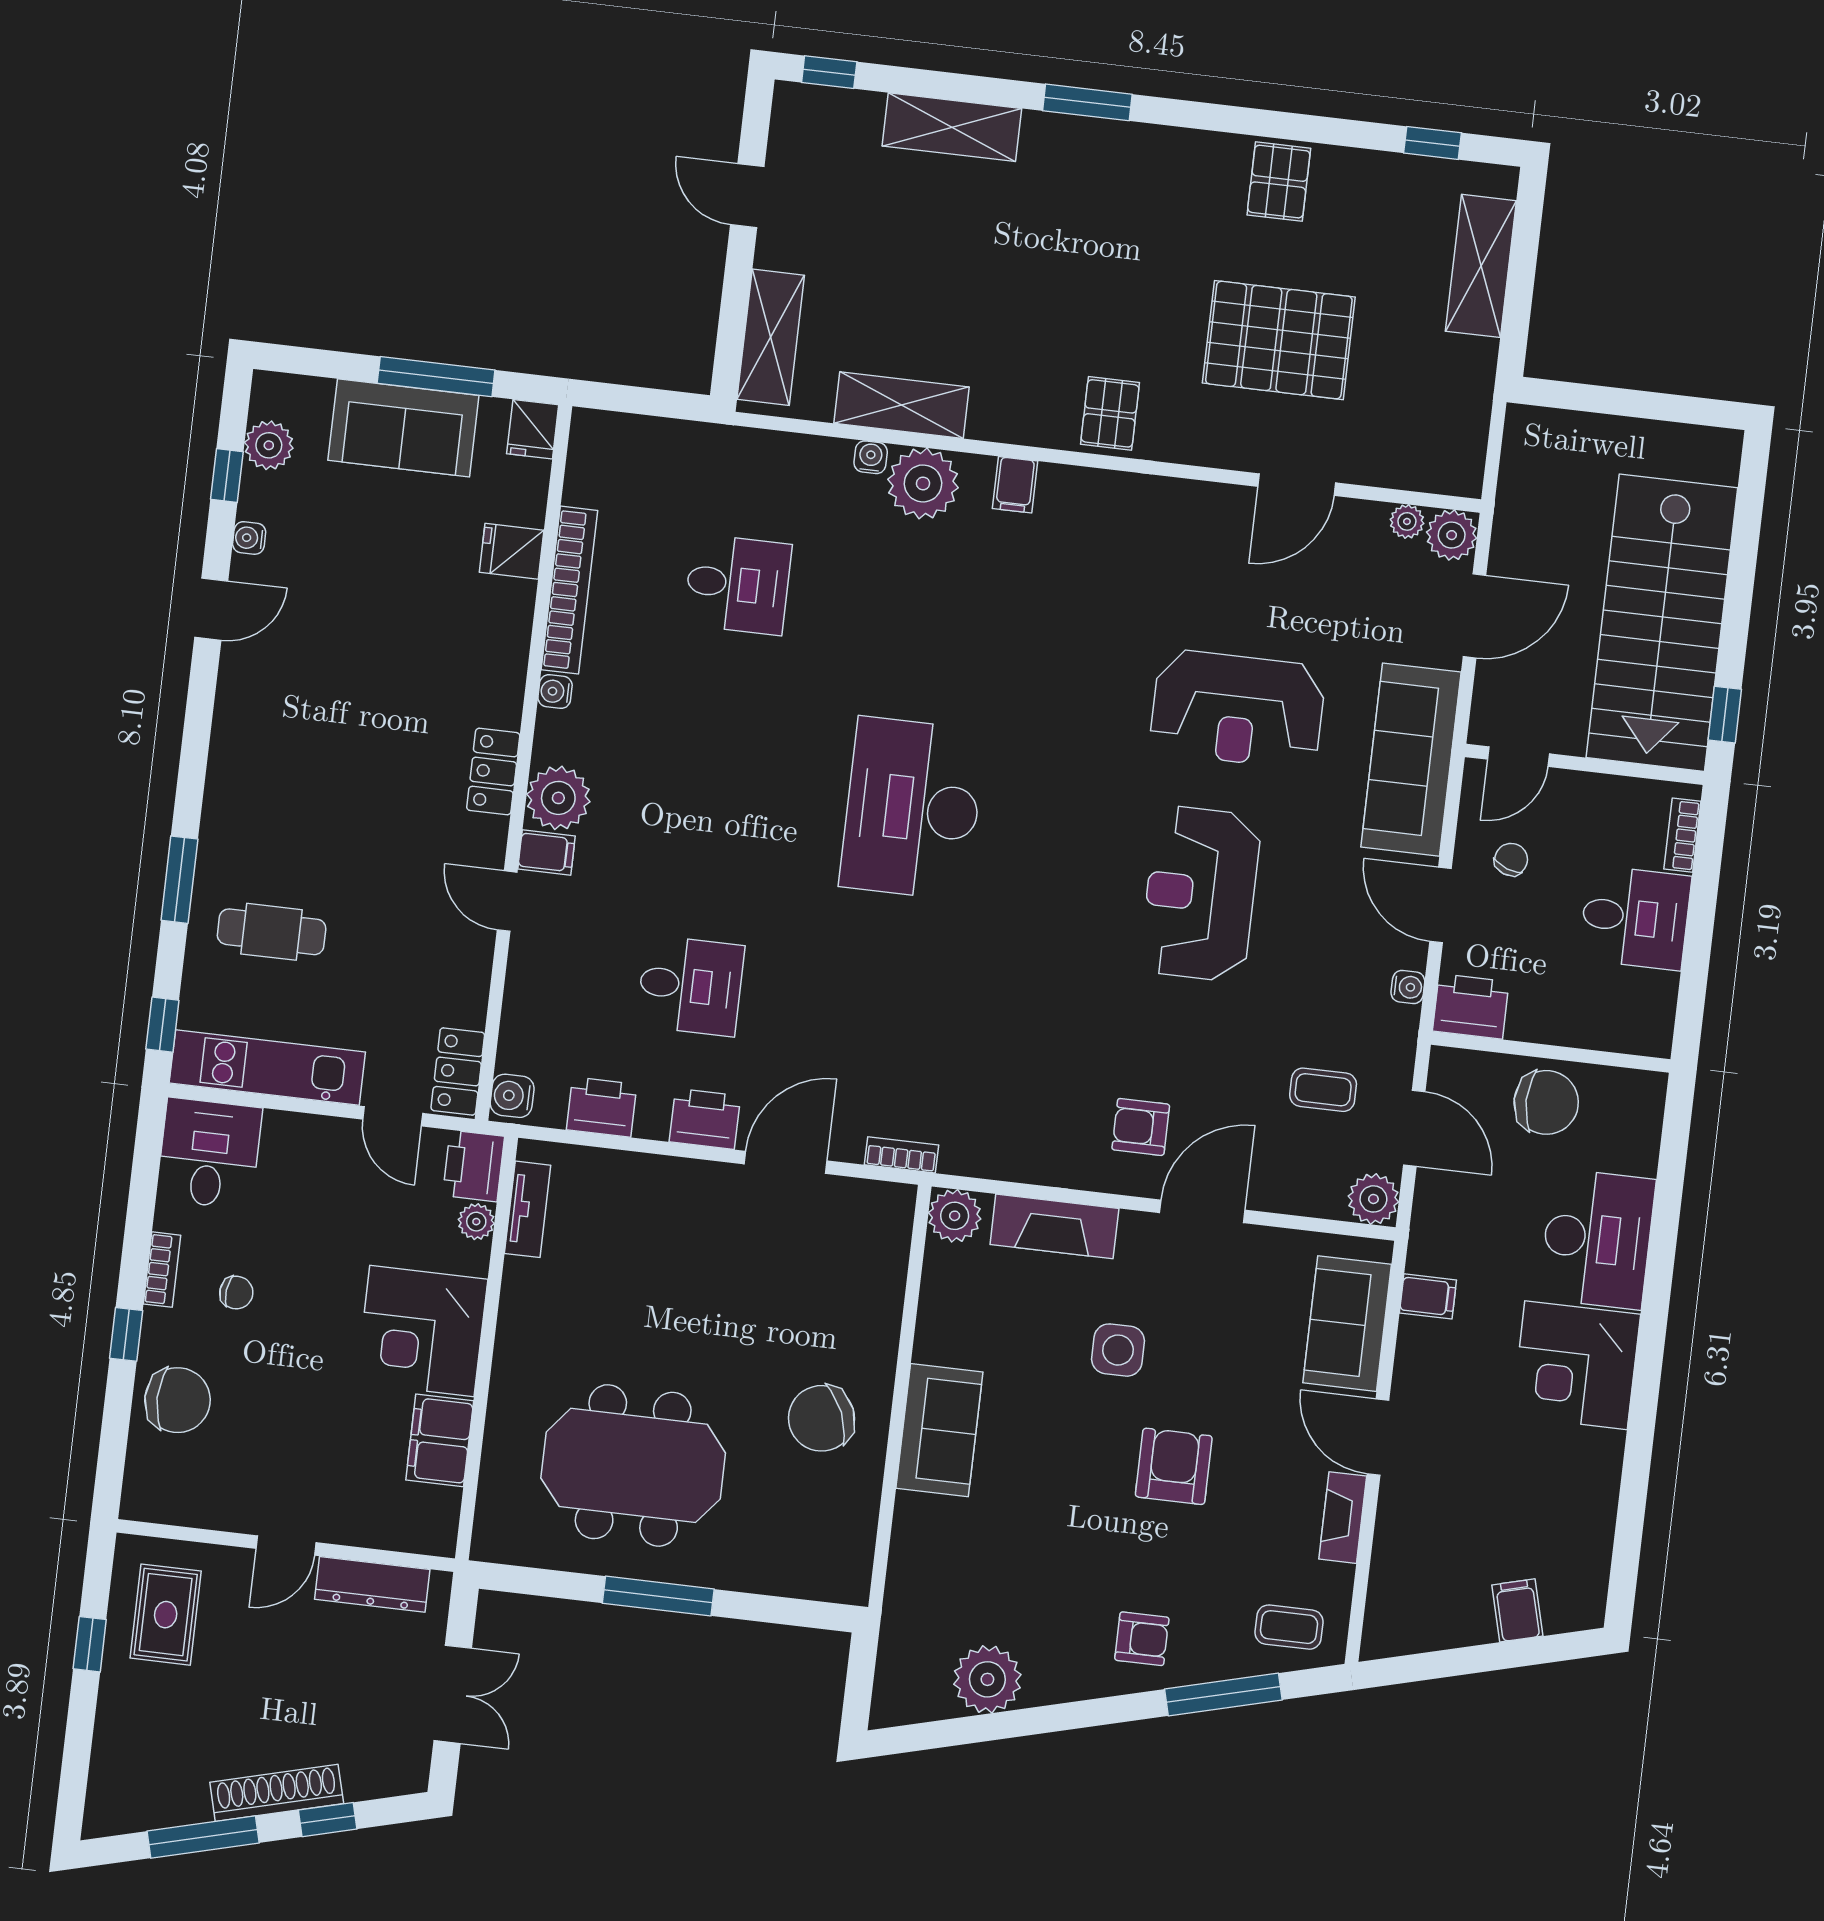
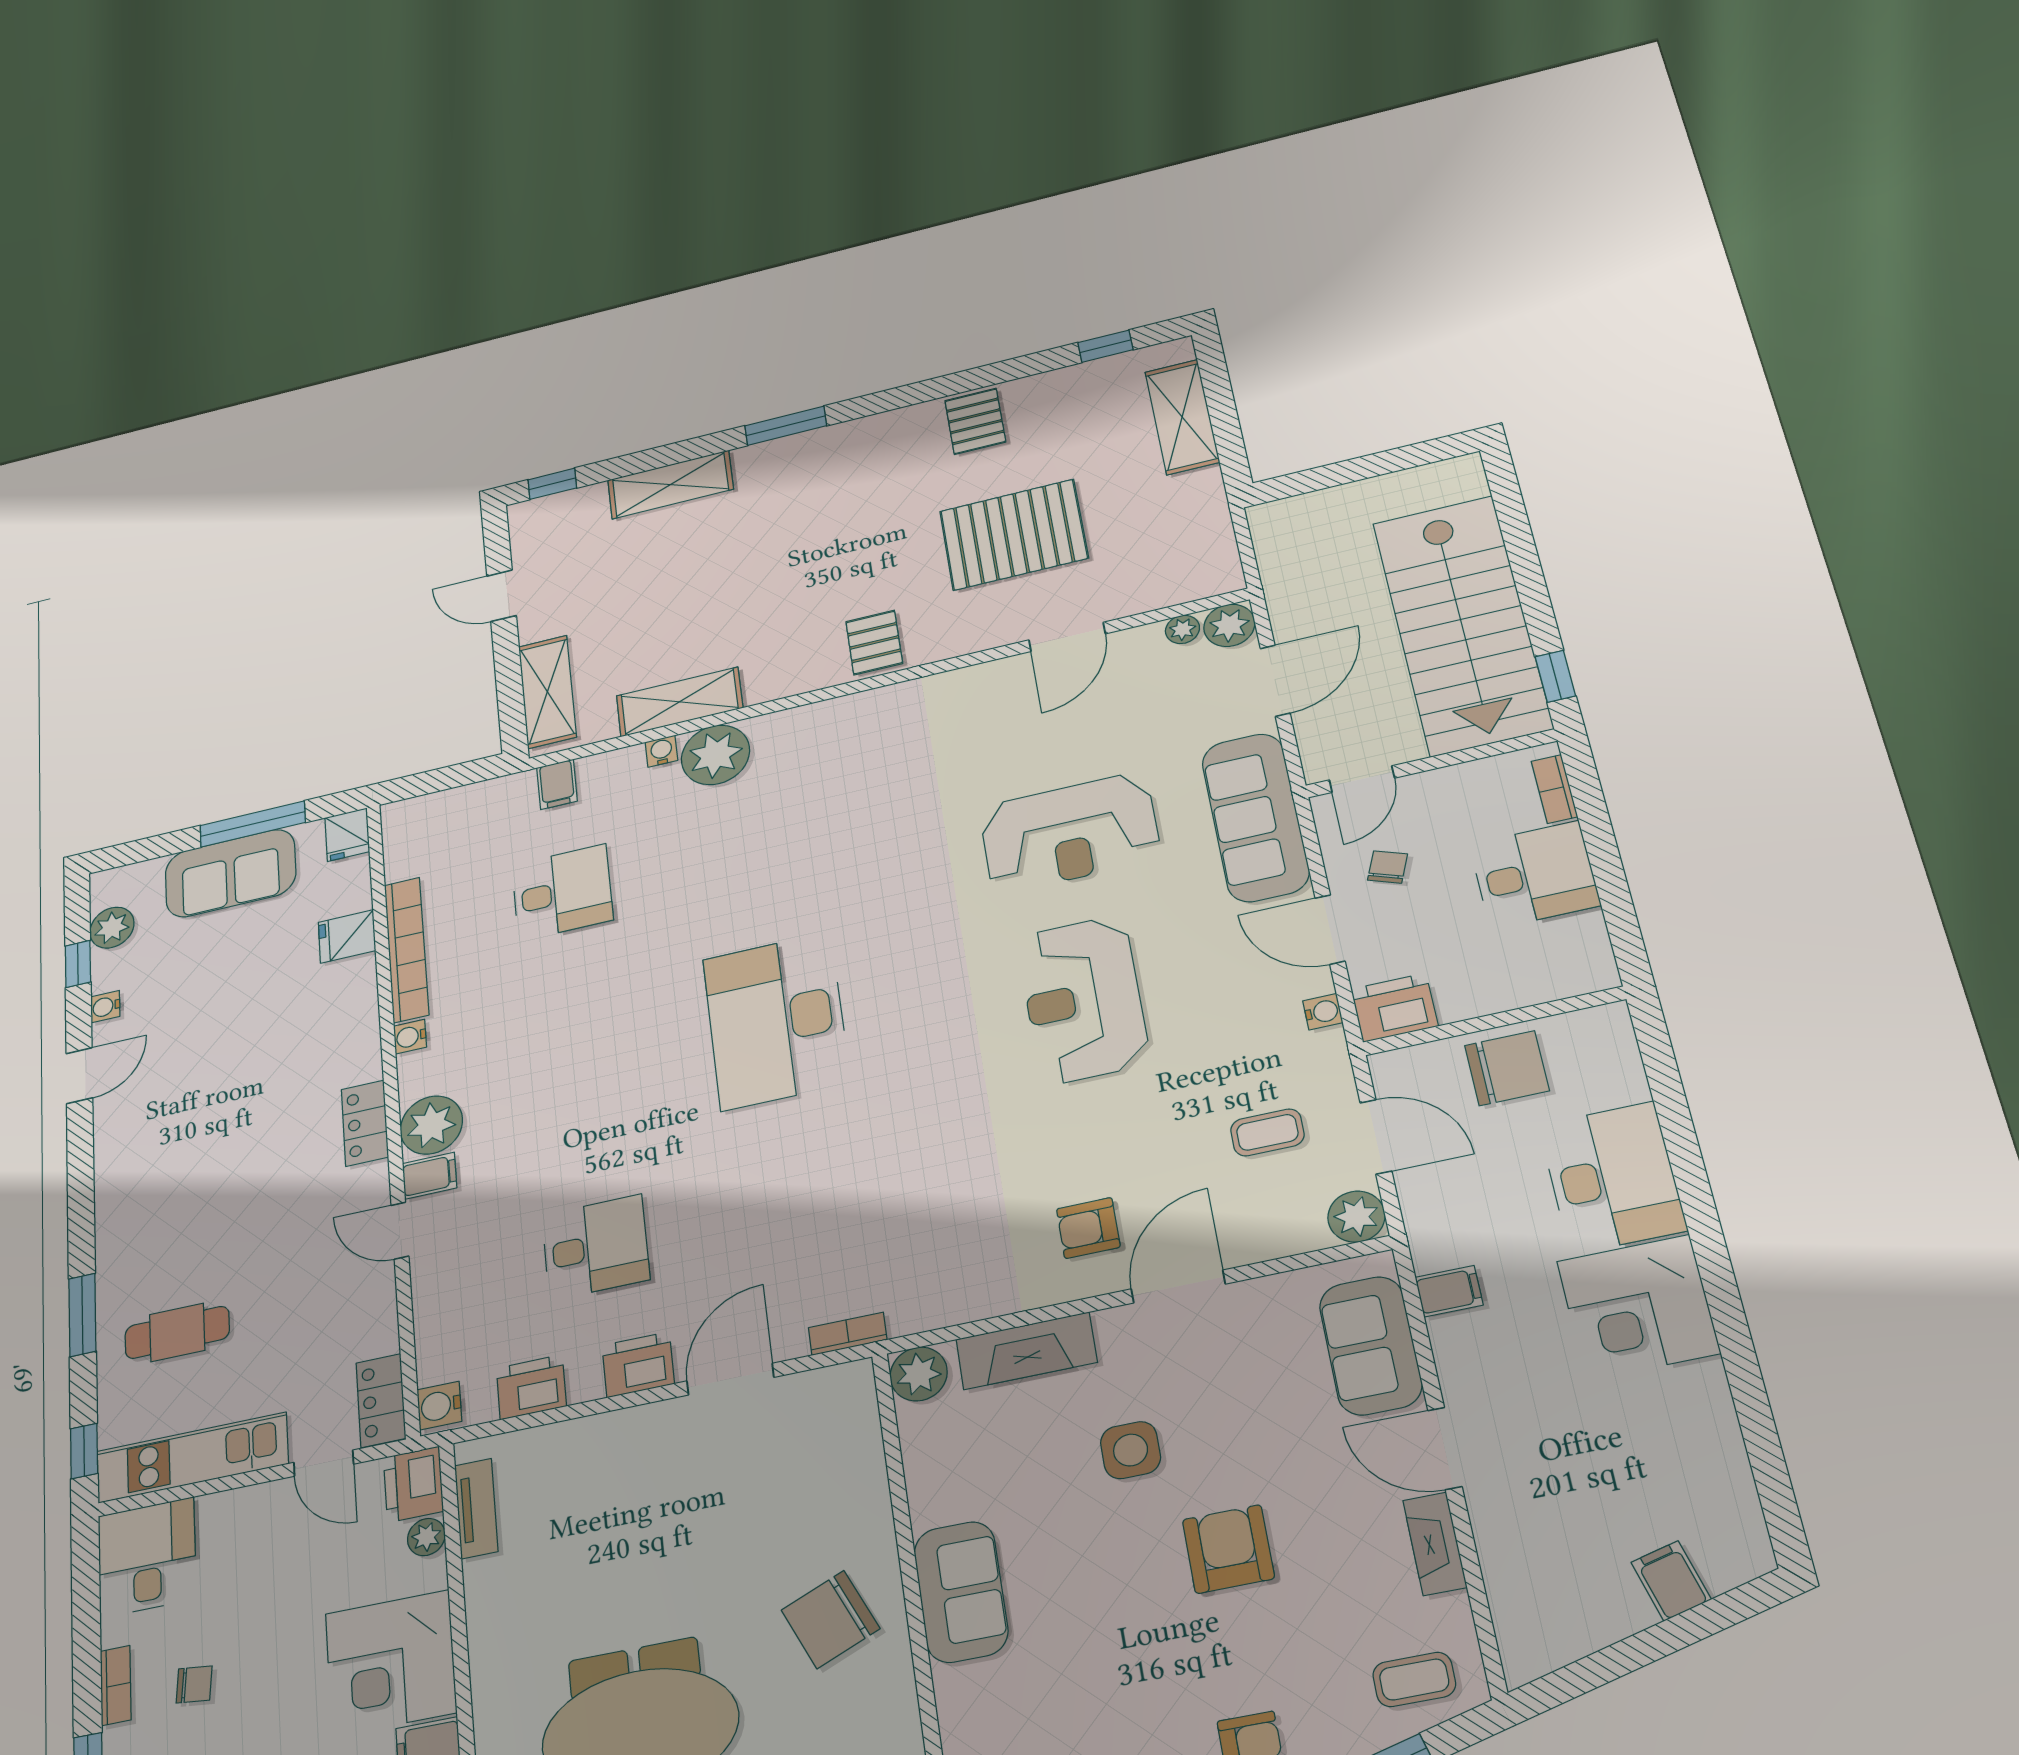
filing cabinet: (1015, 485) -> (557, 784), moved

